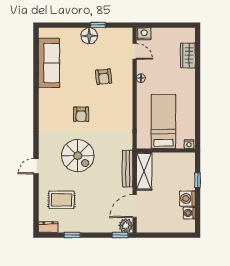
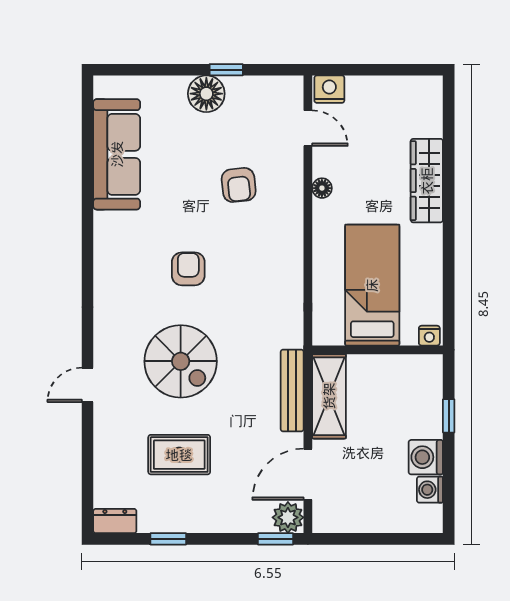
wardrobe: (188, 55) -> (427, 181), moved, width x1.50
armchair: (81, 114) -> (188, 269), turned 180
rug: (62, 200) -> (179, 455), moved

